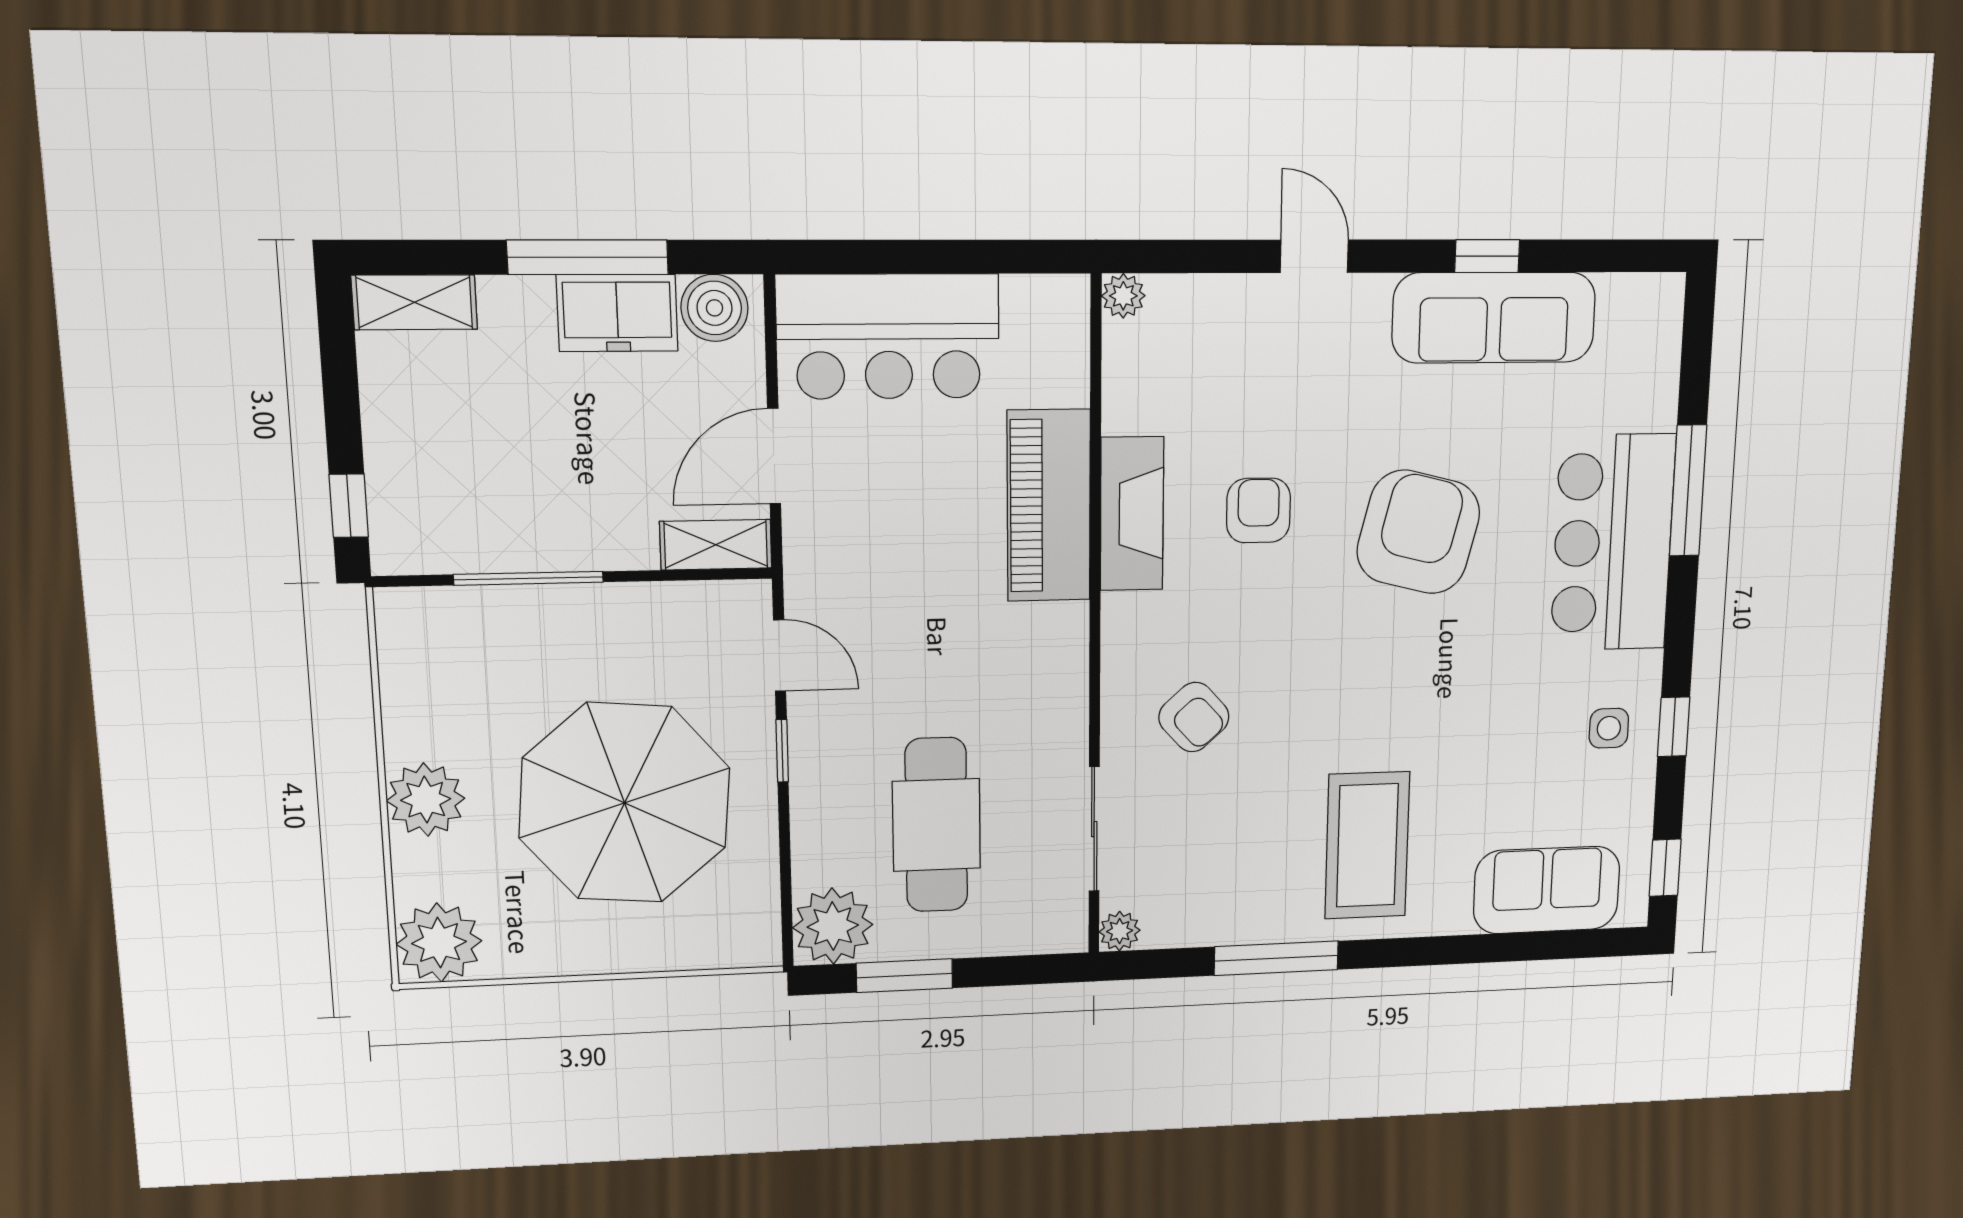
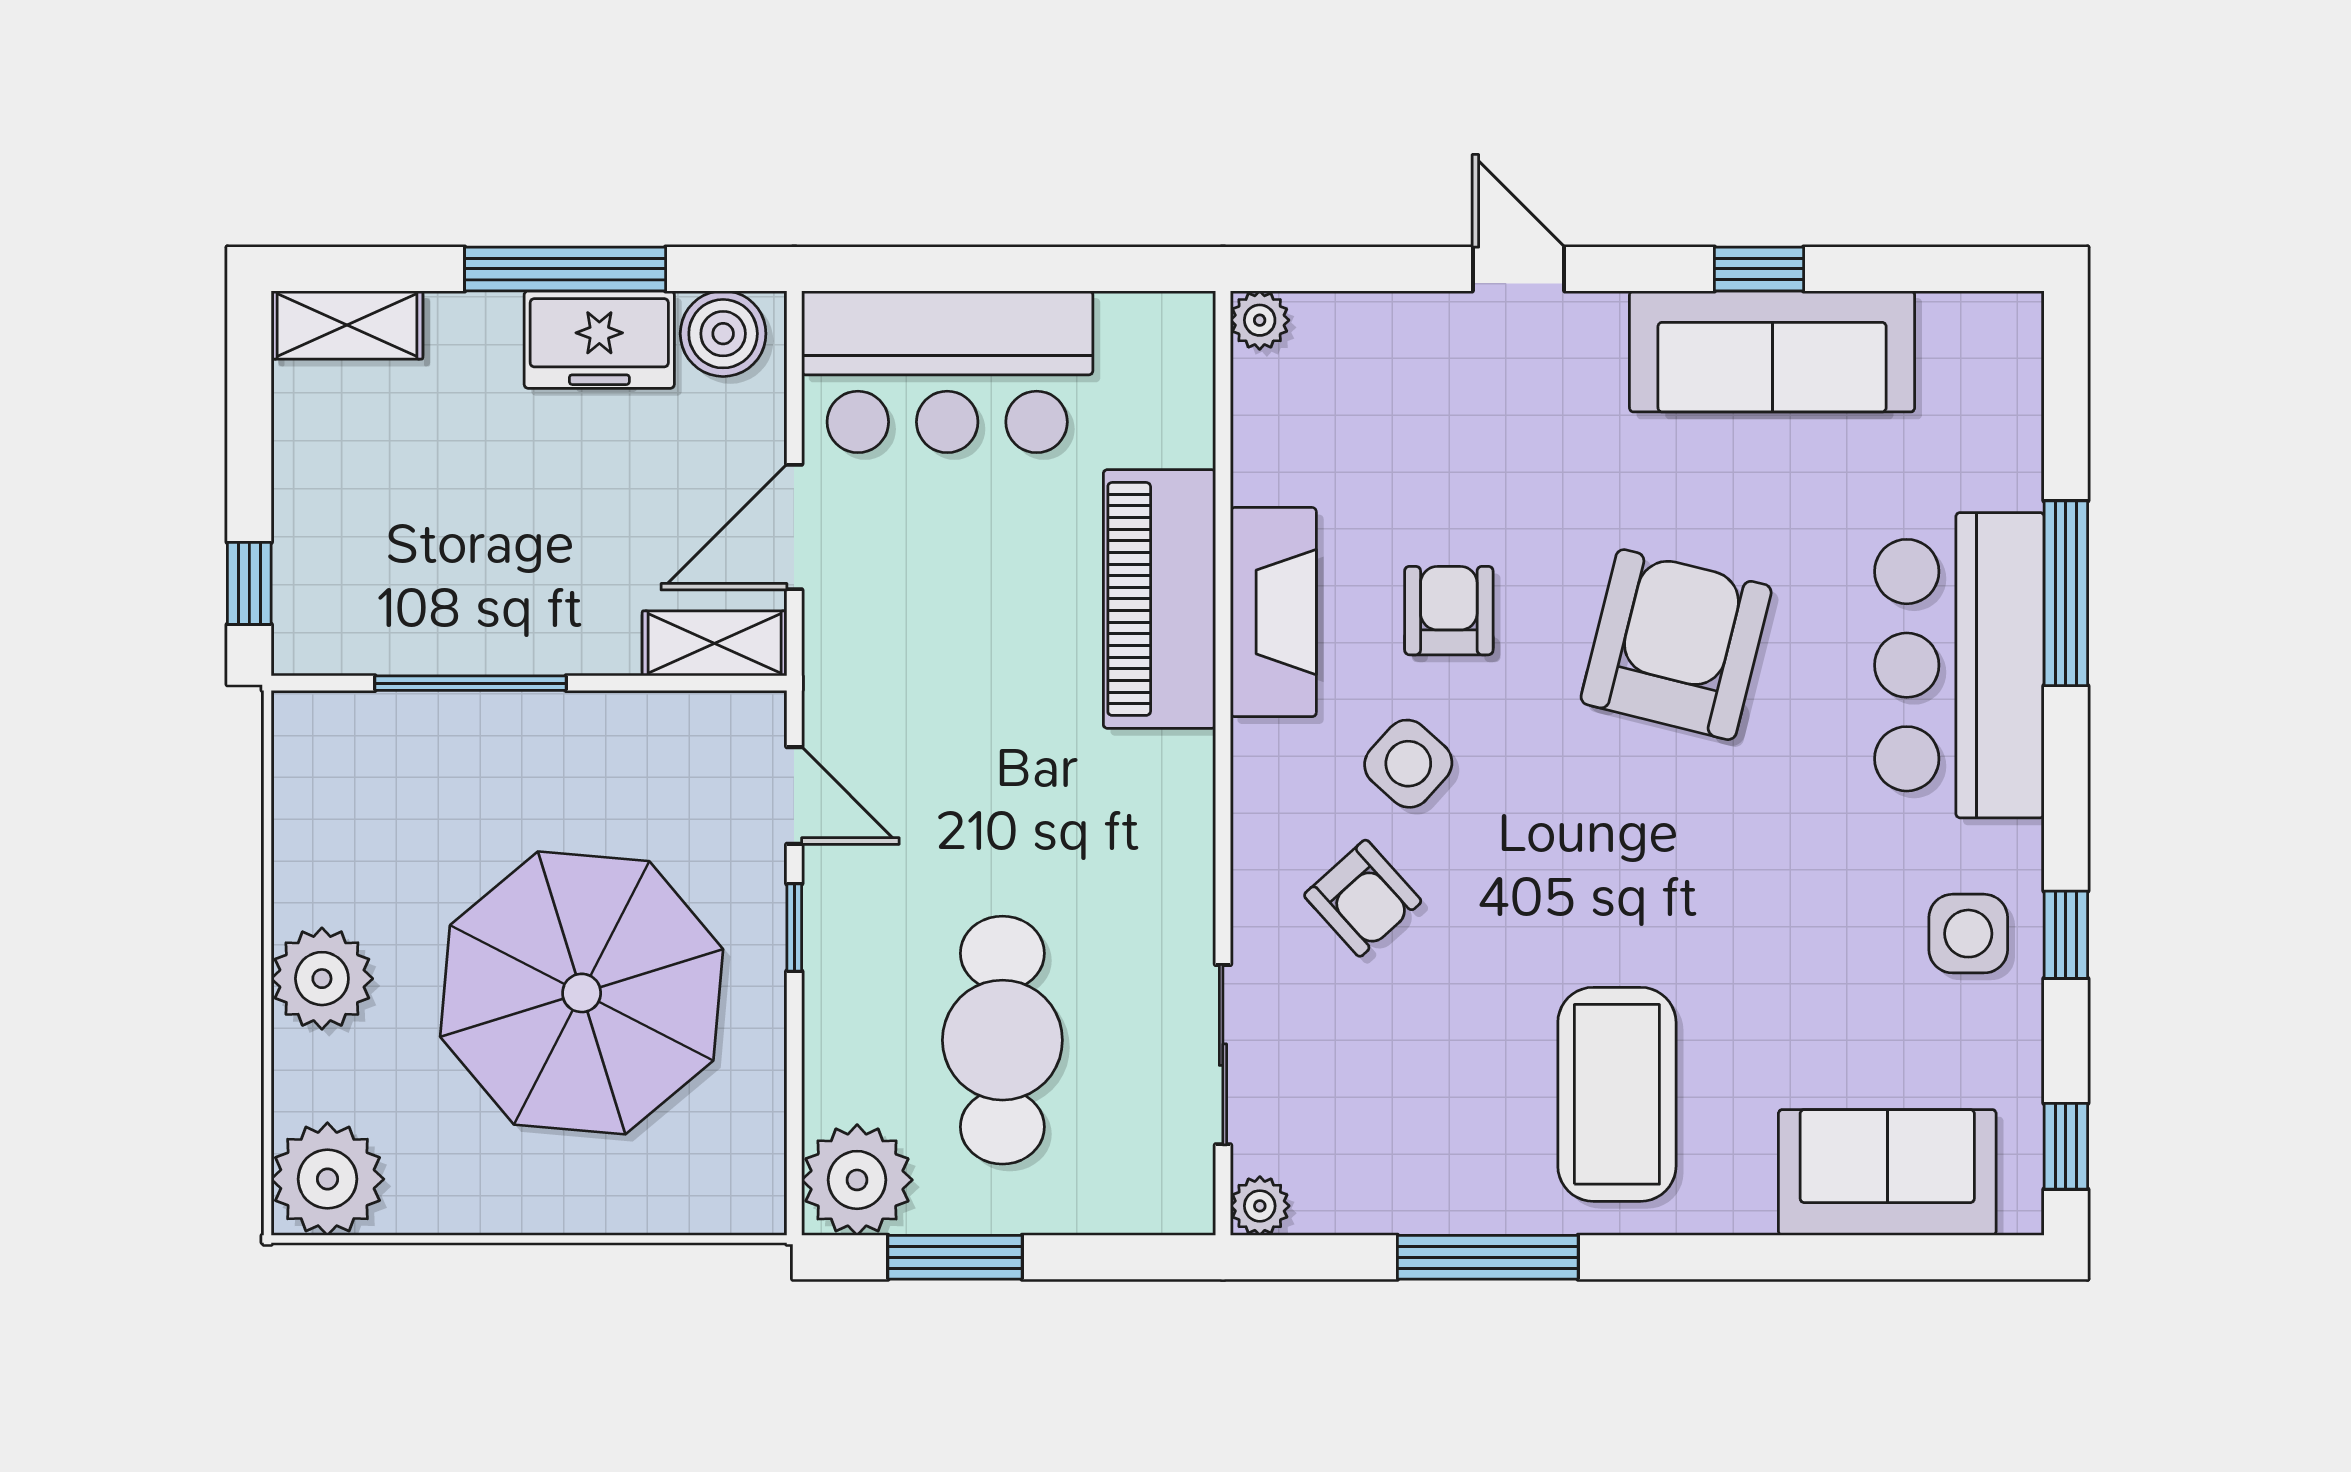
side table: (1228, 621) -> (1408, 764), added
side table: (1609, 728) -> (1968, 934), width x1.37, depth x1.37

